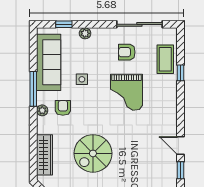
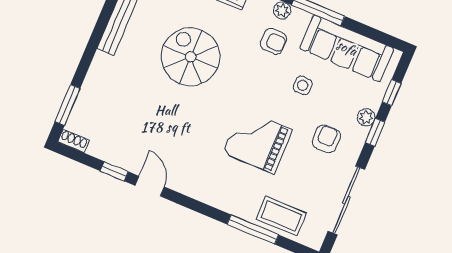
window: (92, 24) -> (375, 132), added
armchair: (127, 52) -> (326, 139), moved
window: (181, 73) -> (253, 230), width x2.17
door: (181, 145) -> (150, 186), hinge flipped

